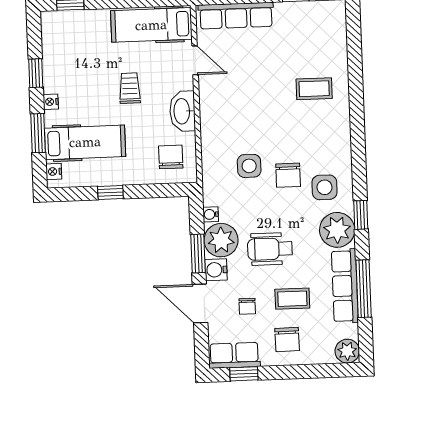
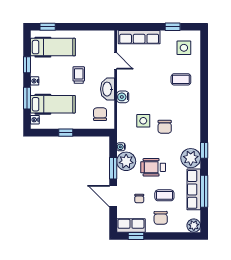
hospital bed: (151, 25) -> (53, 47), moved, turned 180
side table: (325, 187) -> (184, 48), moved
water cooler: (216, 270) -> (123, 97), moved

